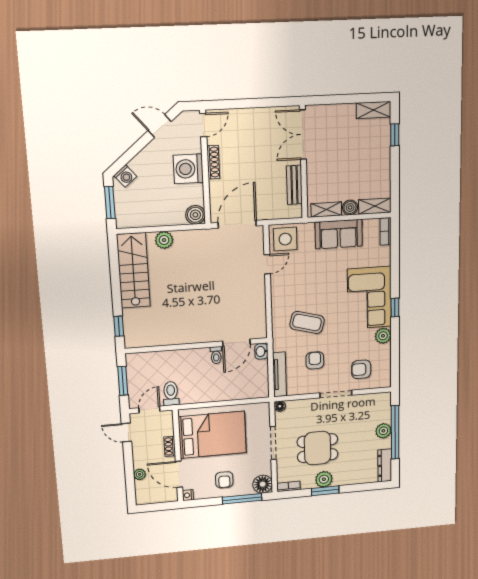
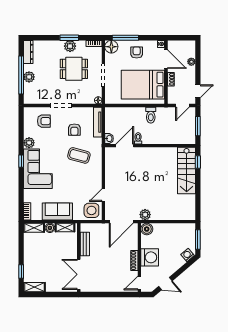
double door: (303, 135) -> (79, 274), swing flipped
plant: (164, 240) -> (145, 215), moved
stairs: (133, 271) -> (187, 170), moved
toilet: (171, 394) -> (151, 115), moved
door: (126, 433) -> (198, 91), hinge flipped

